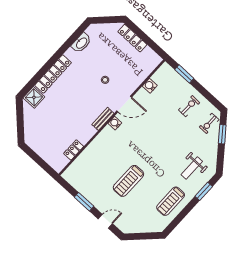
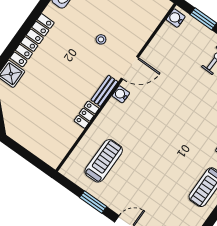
water cooler: (150, 86) -> (176, 18), moved
locker: (74, 150) -> (87, 115), moved
treadmill: (128, 181) -> (104, 161), moved, turned 180

